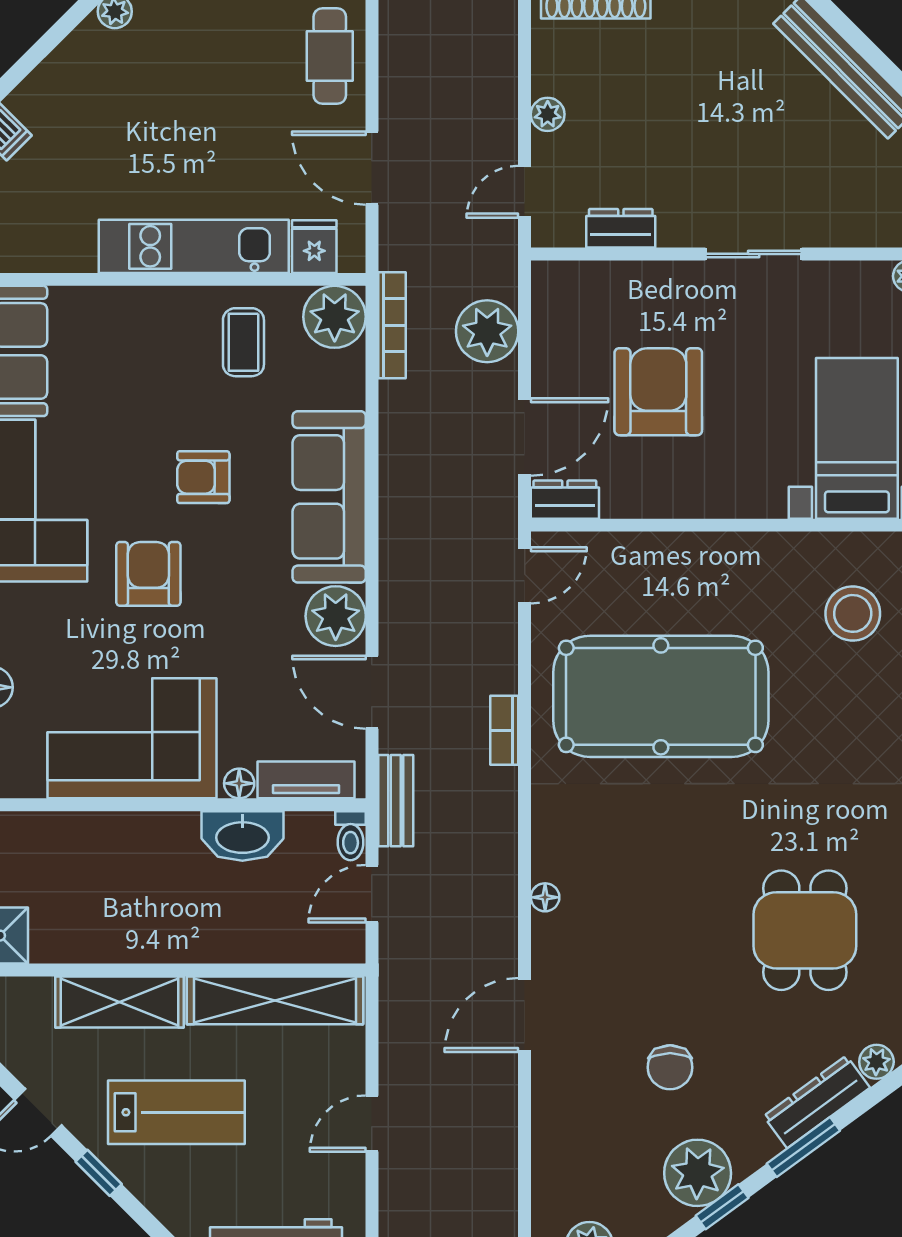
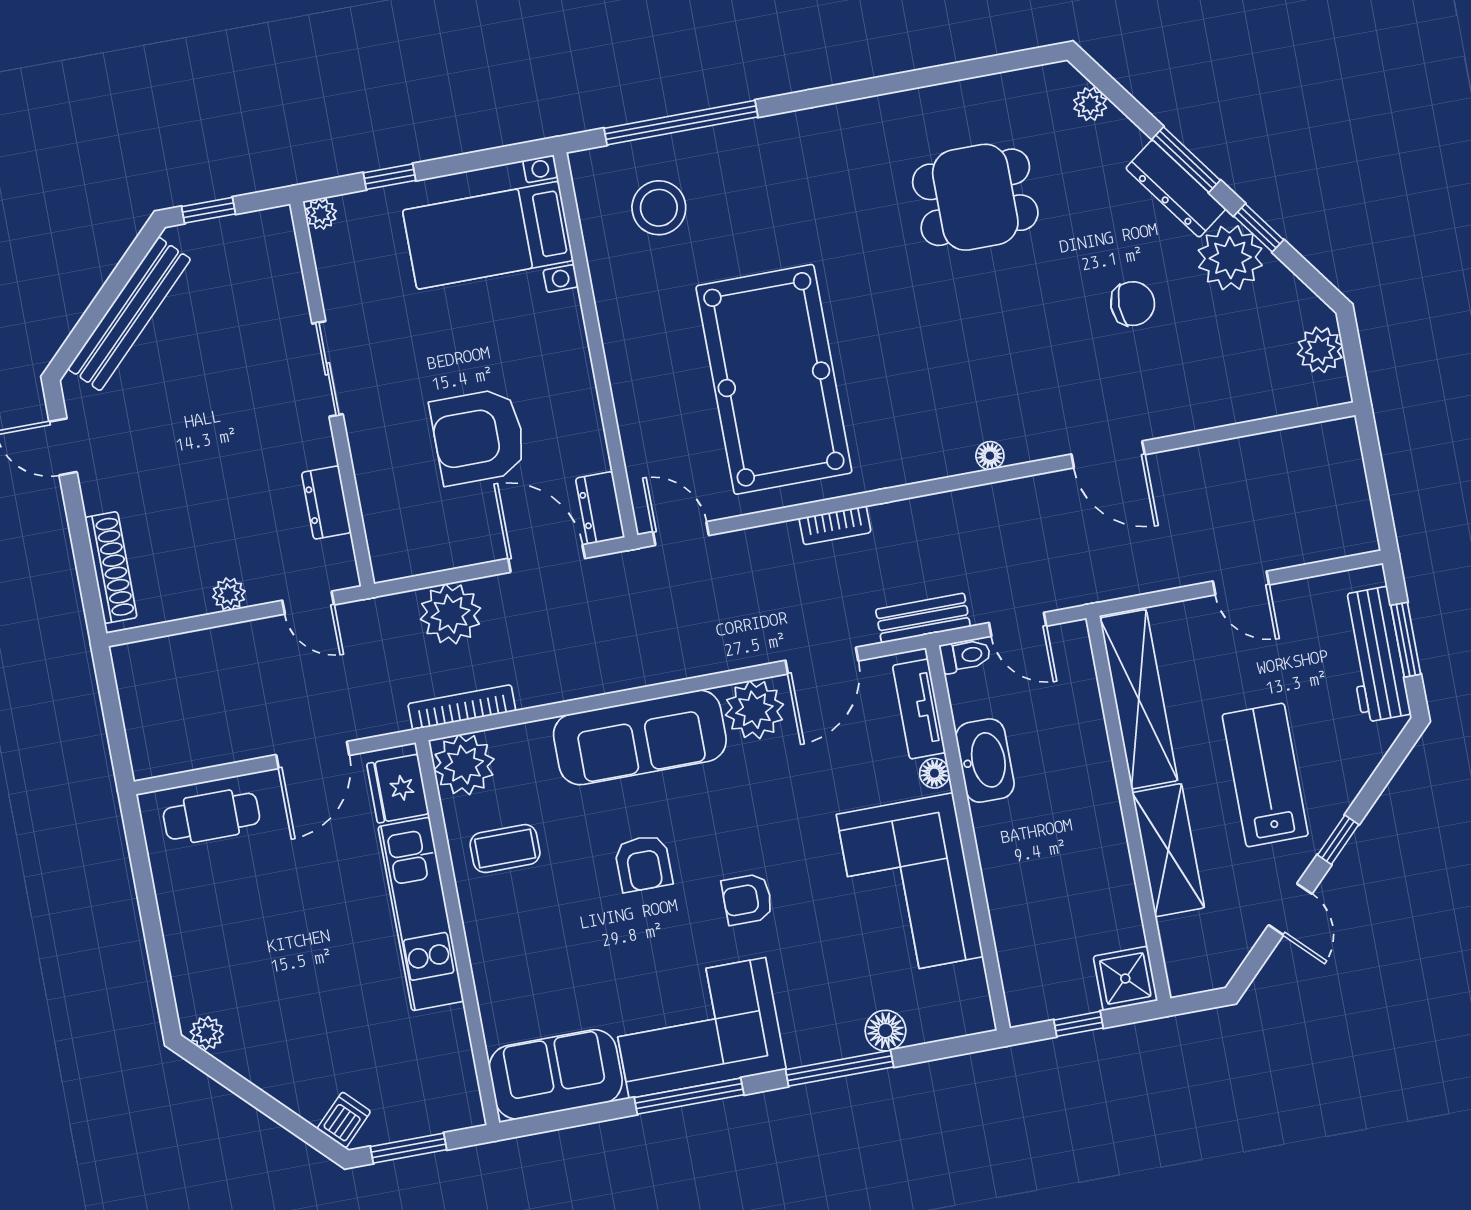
fridge: (314, 247) -> (398, 789), width x1.38
armchair: (148, 574) -> (747, 899), width x0.72, depth x0.72
dresser: (817, 1102) -> (1176, 189), moved

